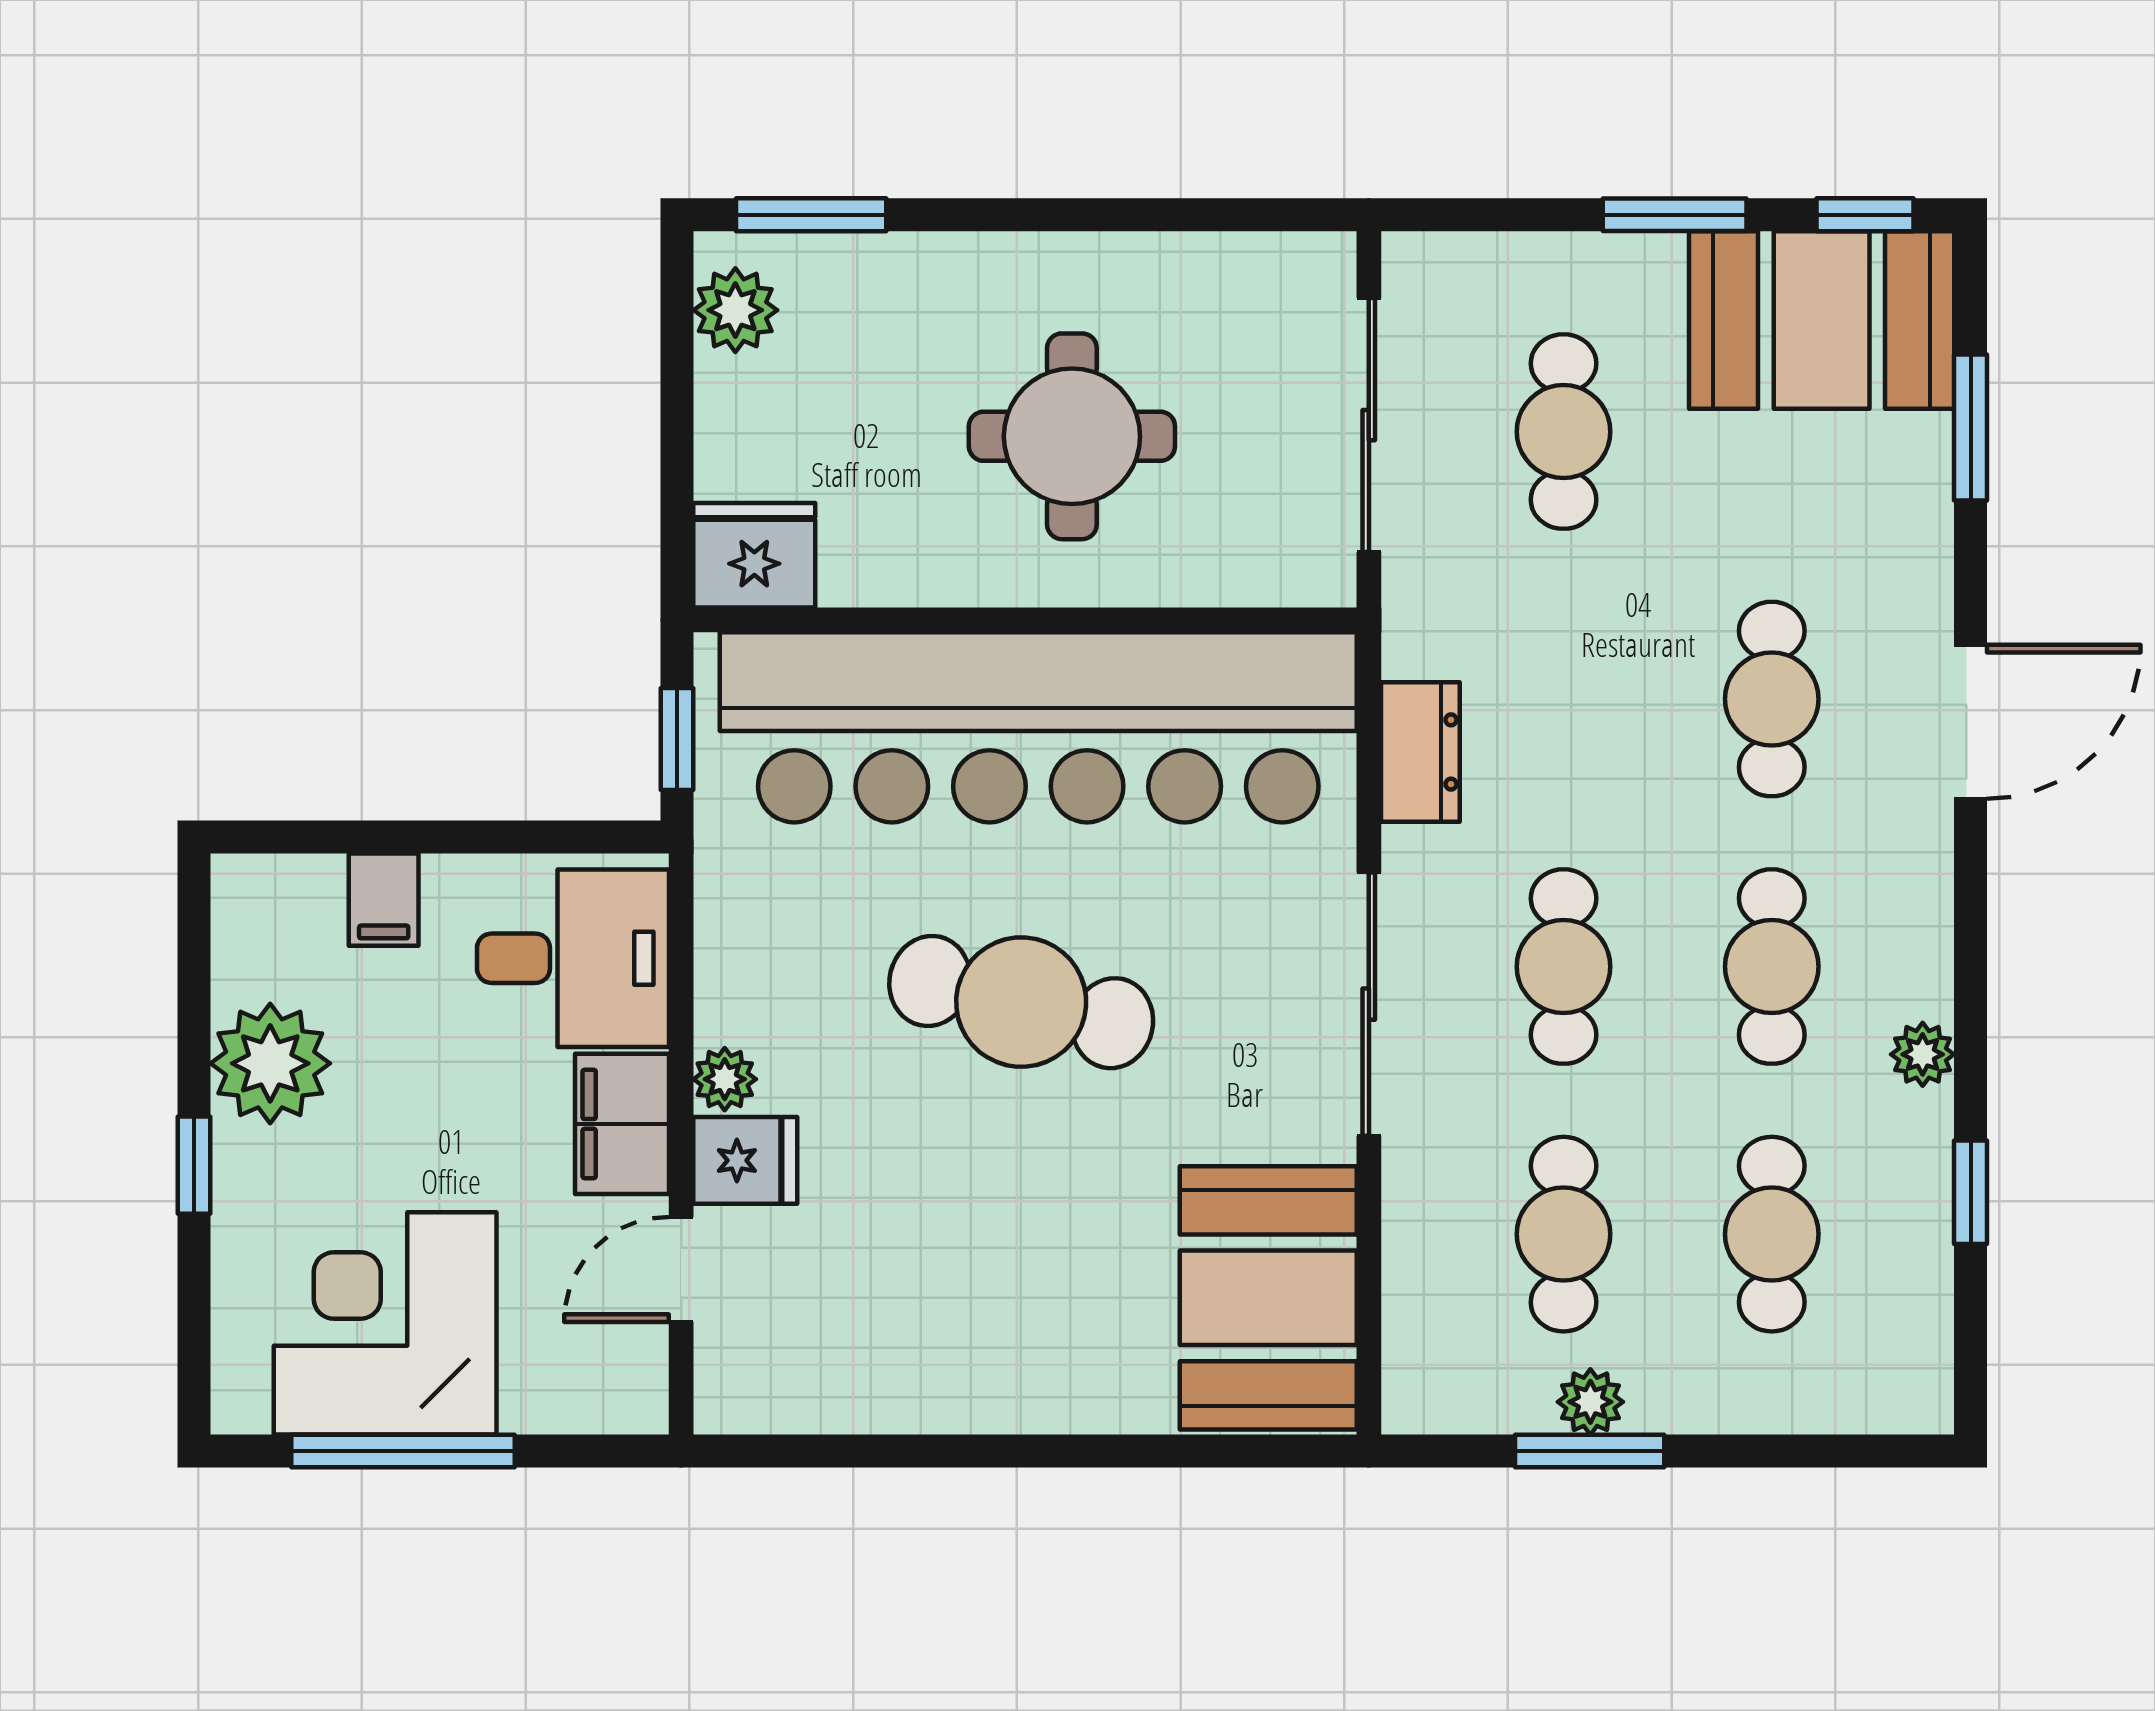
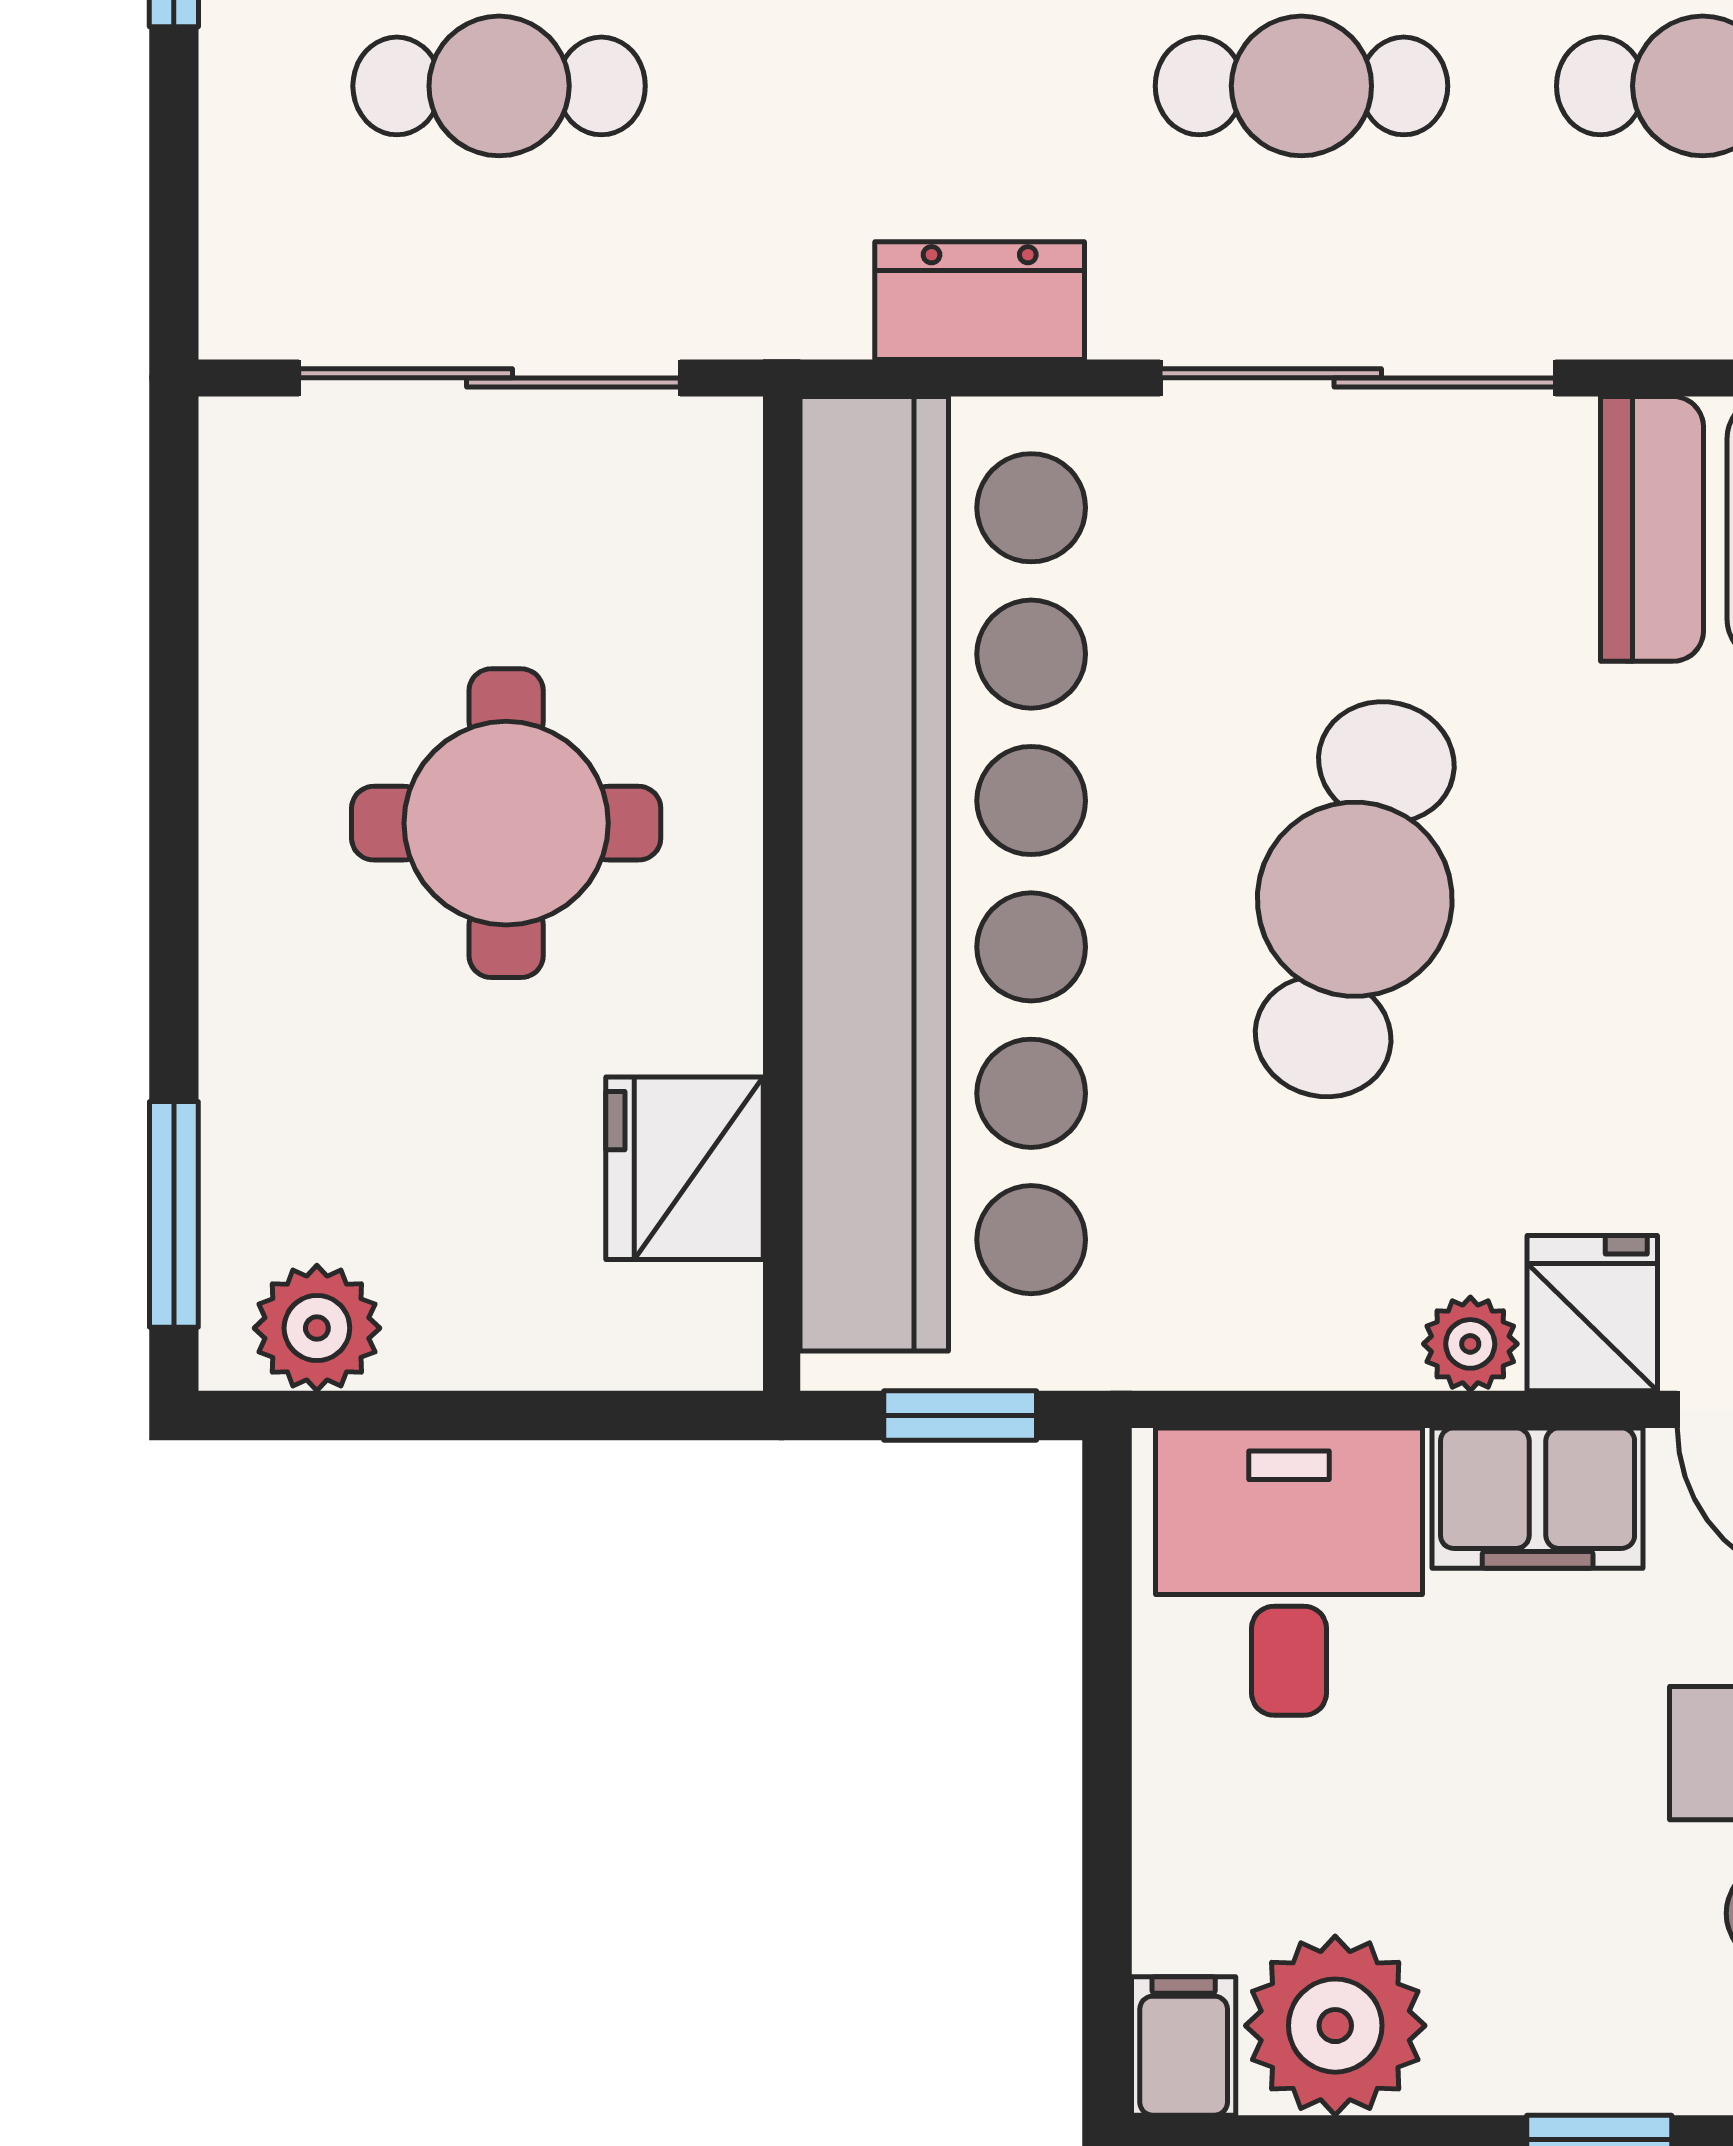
fridge: (754, 555) -> (685, 1168), moved
filing cabinet: (384, 900) -> (1184, 2046), moved, turned -90
plant: (270, 1063) -> (1335, 2026), moved

